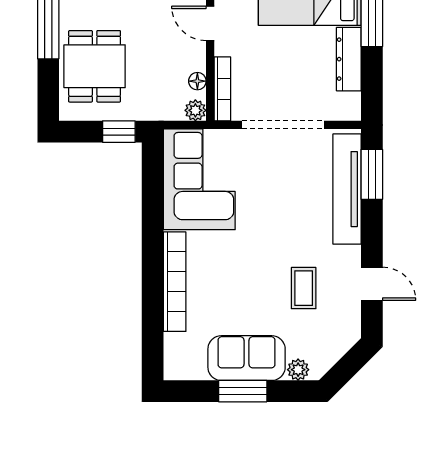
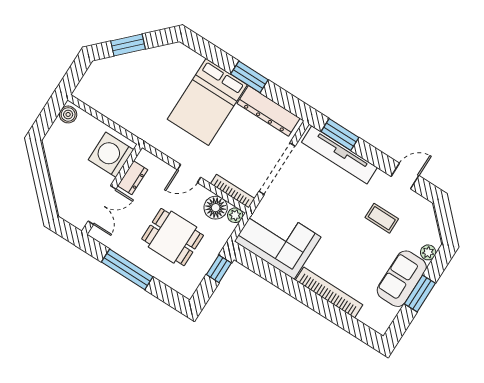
dresser: (349, 59) -> (269, 111), width x1.37, depth x1.24
dining table: (95, 66) -> (173, 237), moved
floor lamp: (197, 81) -> (216, 208), width x1.89, depth x1.89

